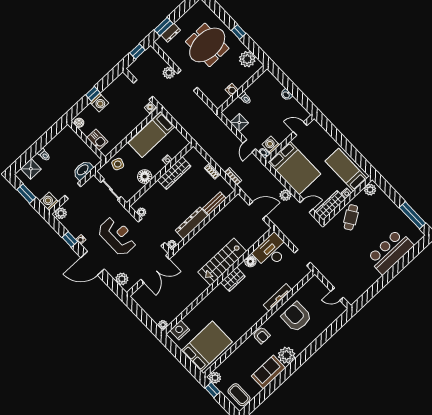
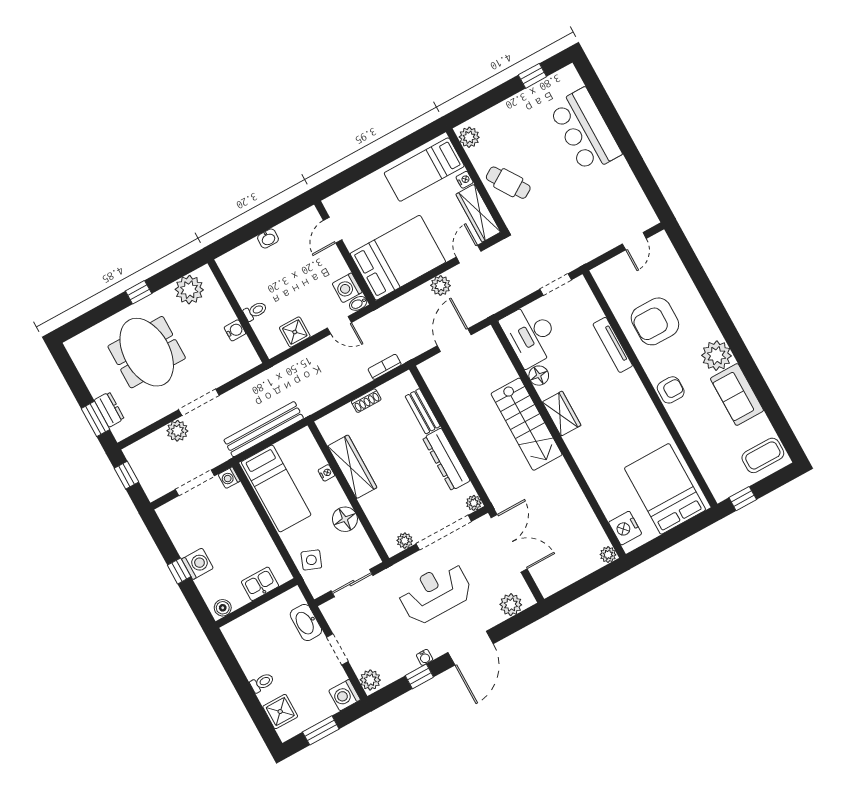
bench: (182, 120) -> (264, 429), added
window: (412, 215) -> (532, 76), width x0.46
plant: (215, 378) -> (723, 489), removed

